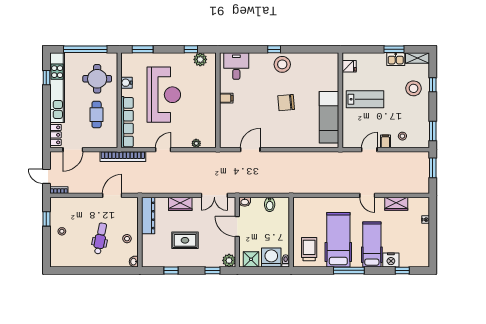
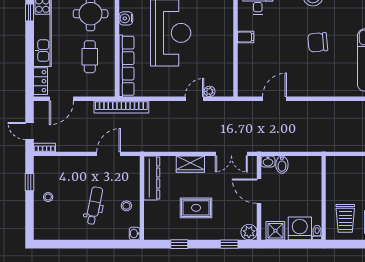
door: (163, 150) -> (194, 99), moved
bidet: (270, 204) -> (282, 165), moved
trolley: (309, 249) -> (345, 218), turned 180

